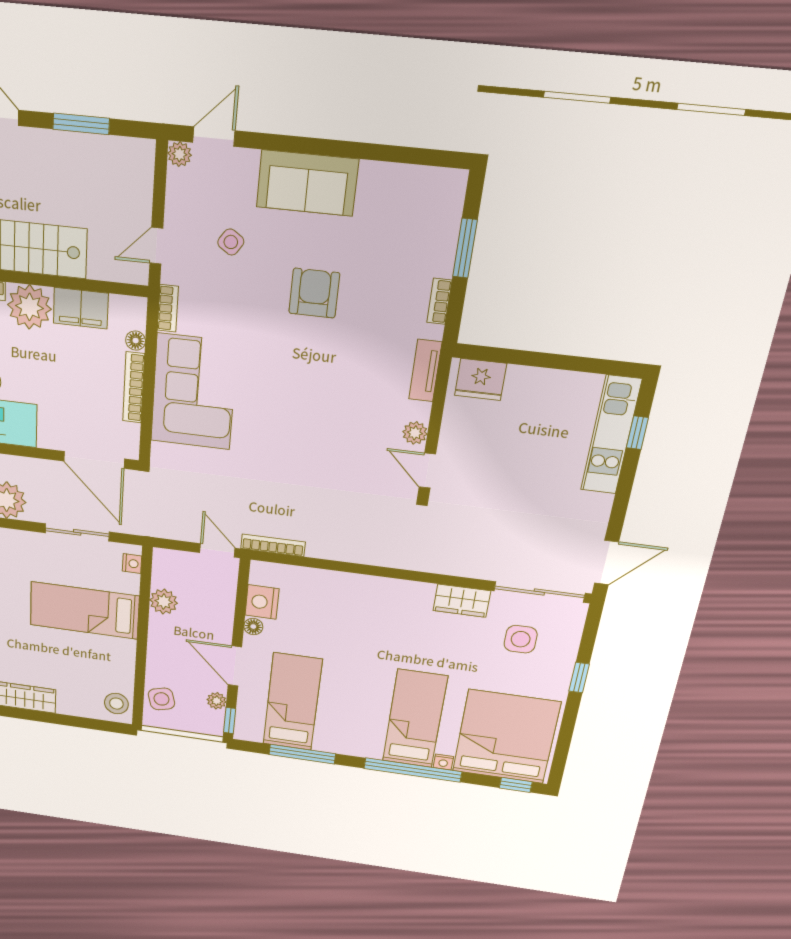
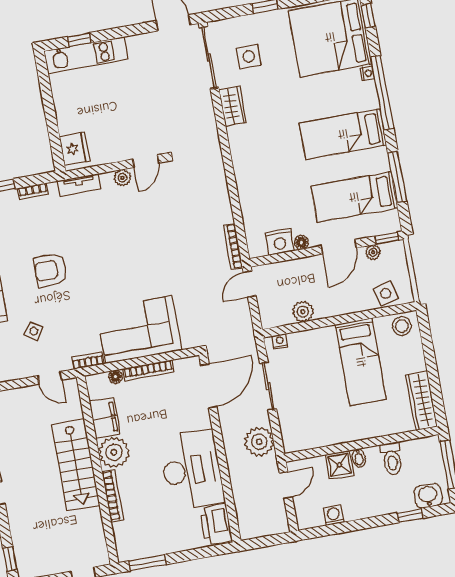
bed: (84, 610) -> (361, 362), moved
bed: (415, 719) -> (343, 134), moved

